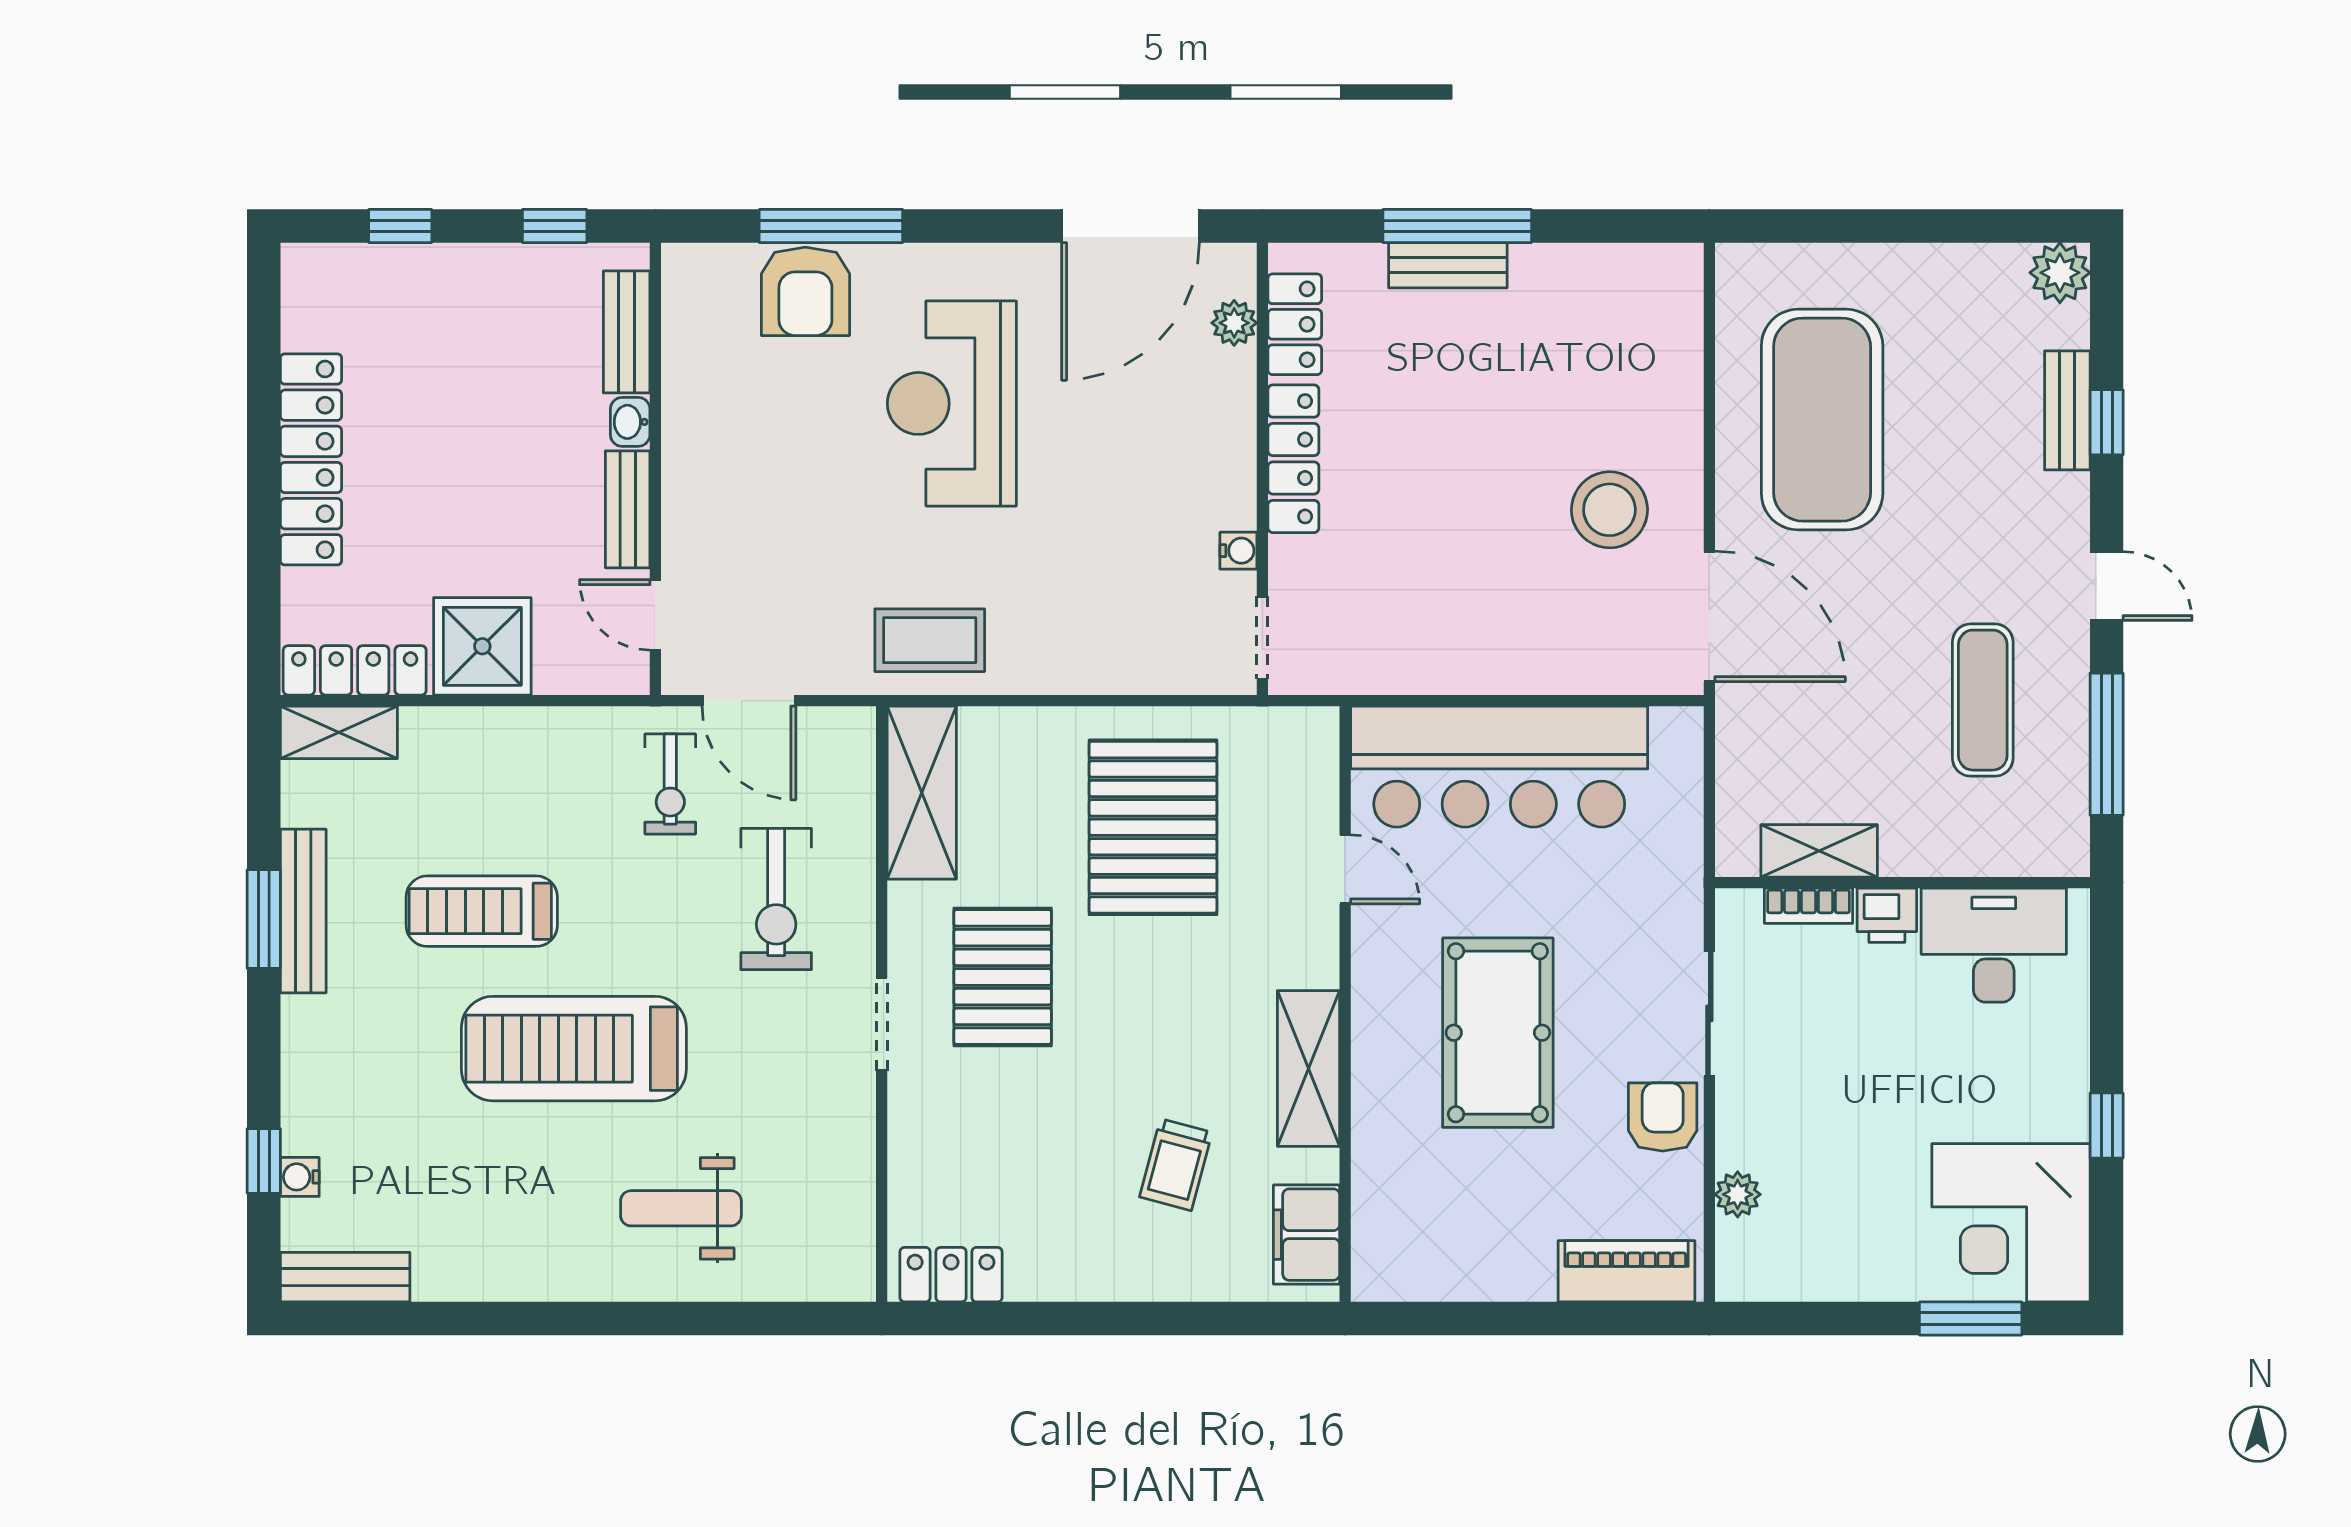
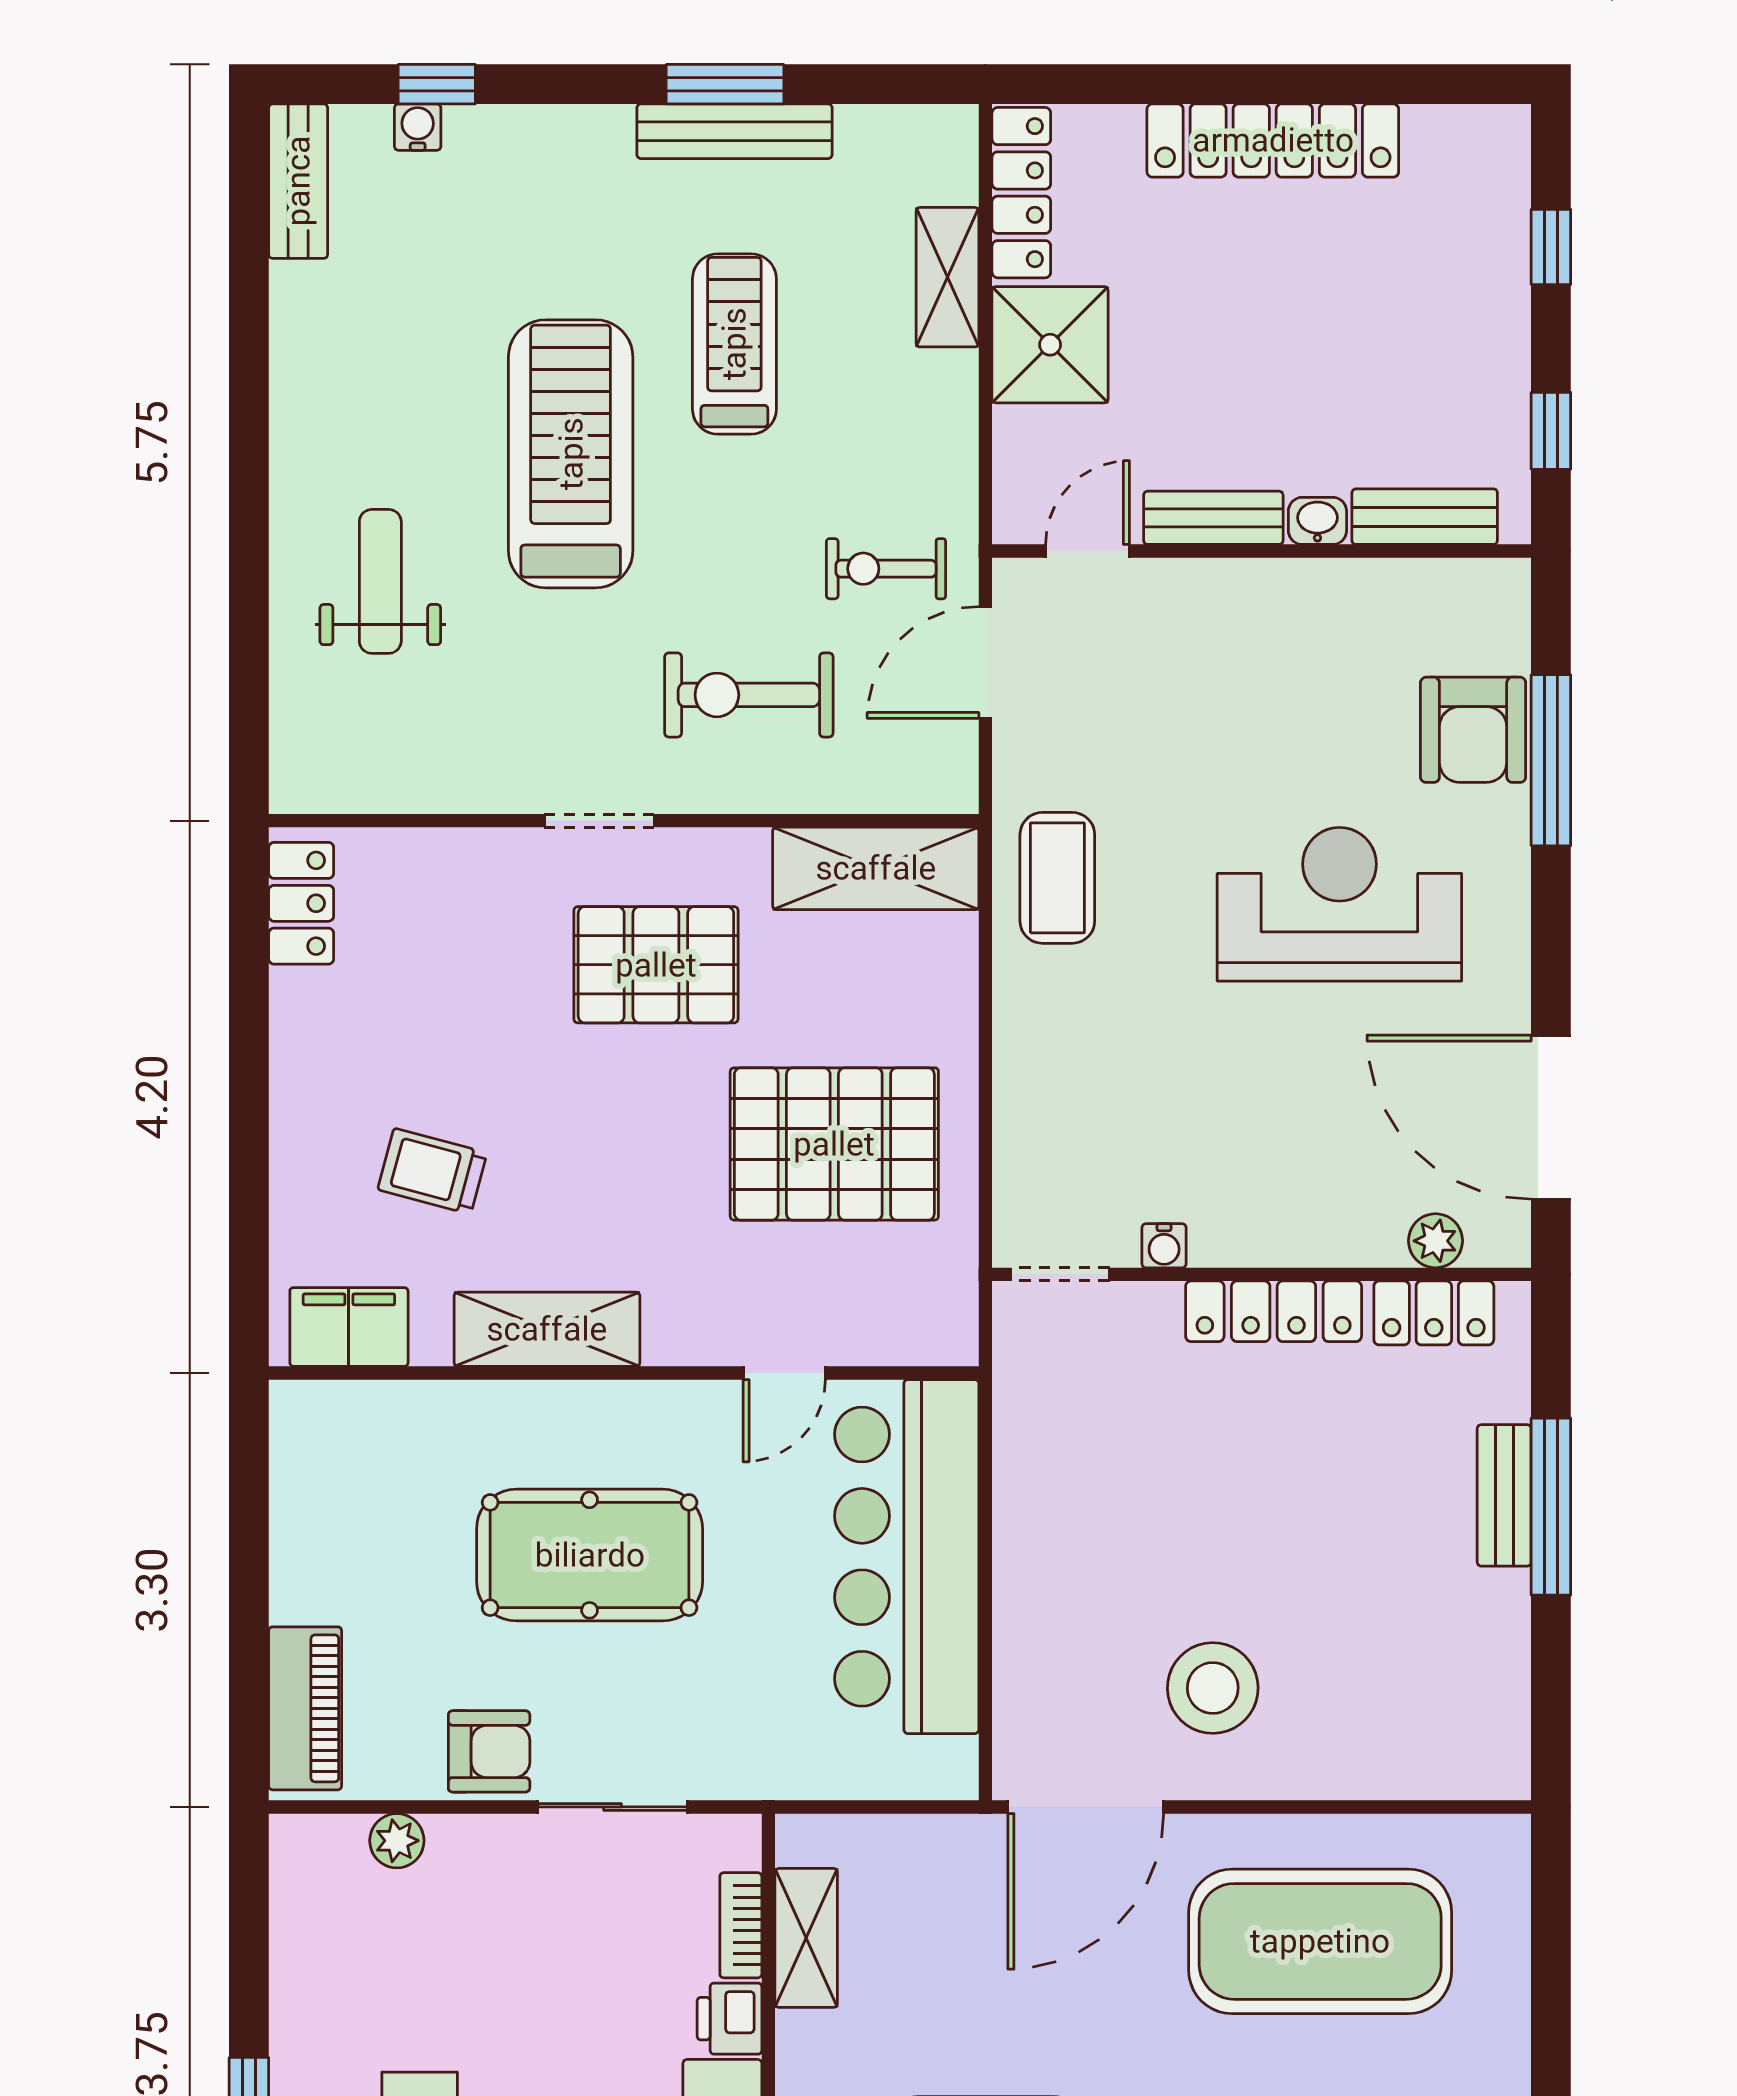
armchair: (805, 291) -> (1473, 730), turned -90
shelving: (339, 732) -> (947, 277), moved

